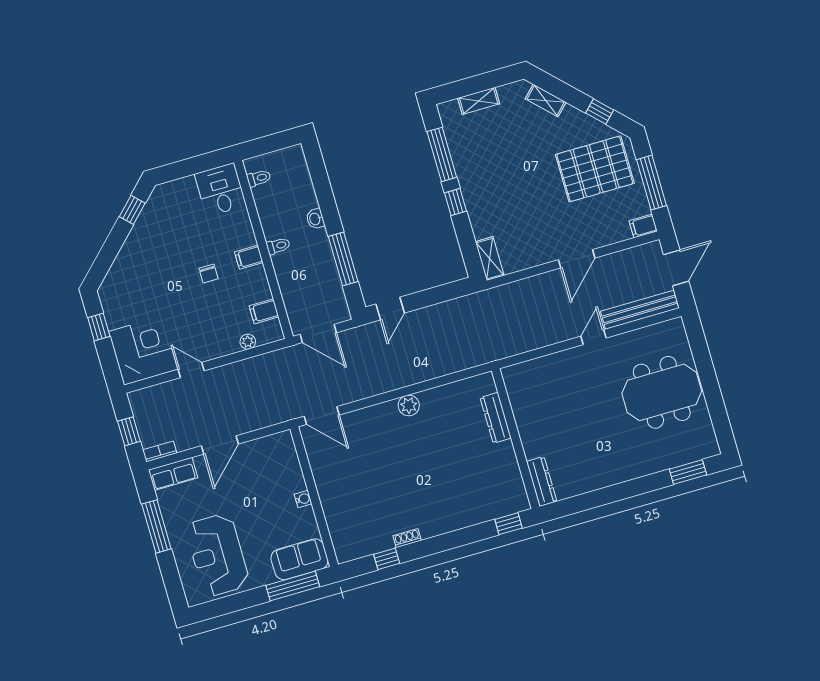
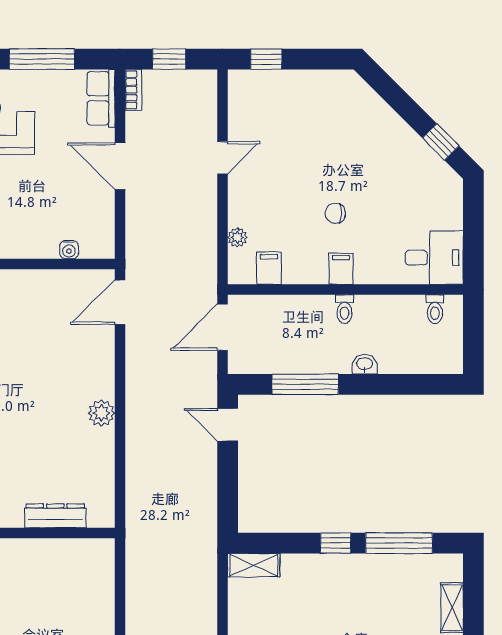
window: (99, 327) -> (266, 59), moved
corner desk: (143, 351) -> (264, 105), removed
water cooler: (303, 499) -> (69, 250), moved

